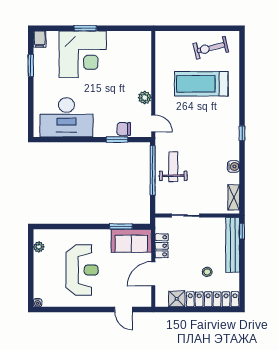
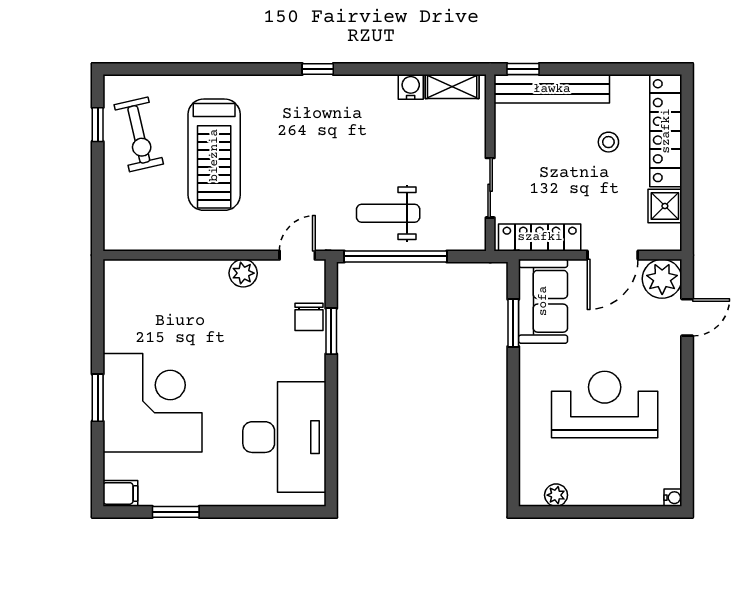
window: (216, 28) -> (98, 125), added
water cooler: (234, 166) -> (411, 87), moved
locker: (162, 246) -> (540, 237), width x1.53
door: (153, 274) -> (613, 255), hinge flipped
plant: (142, 297) -> (662, 279), added

